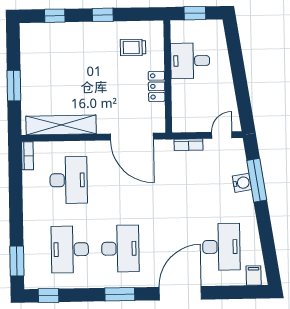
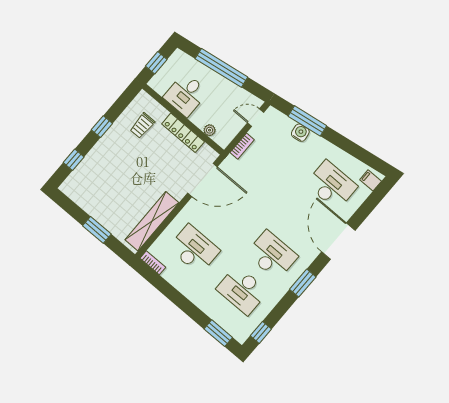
window: (238, 71) -> (221, 68), added
locker: (157, 86) -> (183, 133), width x1.53
plant: (178, 106) -> (210, 130), added
door: (222, 135) -> (256, 118), hinge flipped

